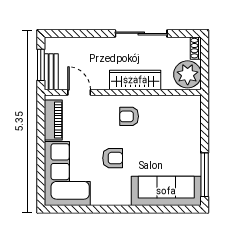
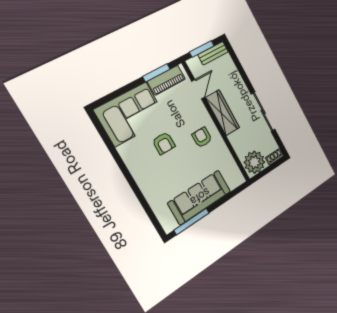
bench: (51, 72) -> (213, 53), moved
wardrobe: (135, 80) -> (223, 113), moved
window: (41, 126) -> (156, 73), added
sofa: (166, 191) -> (200, 197), moved, turned -90

